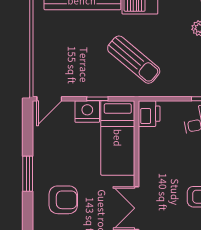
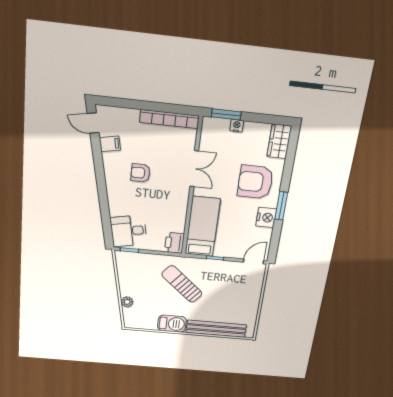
nightstand: (87, 112) -> (266, 218), moved, turned -90
armchair: (63, 200) -> (255, 182), width x1.36, depth x1.36

